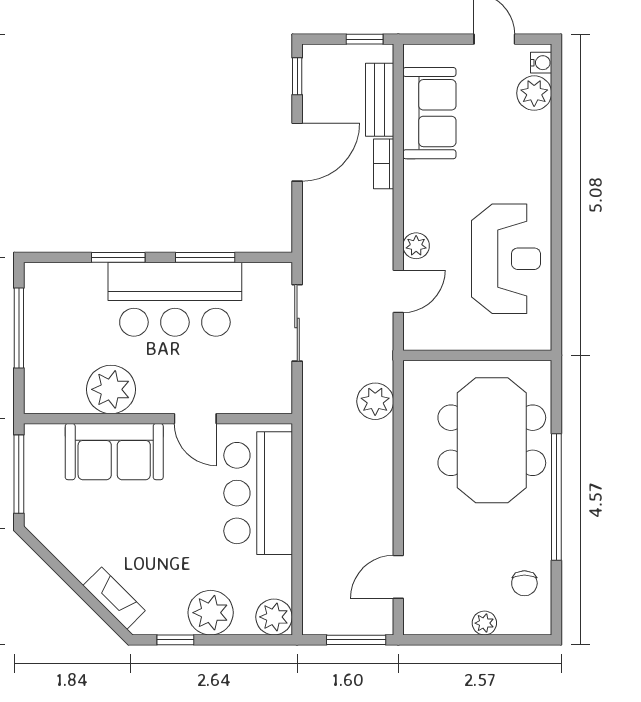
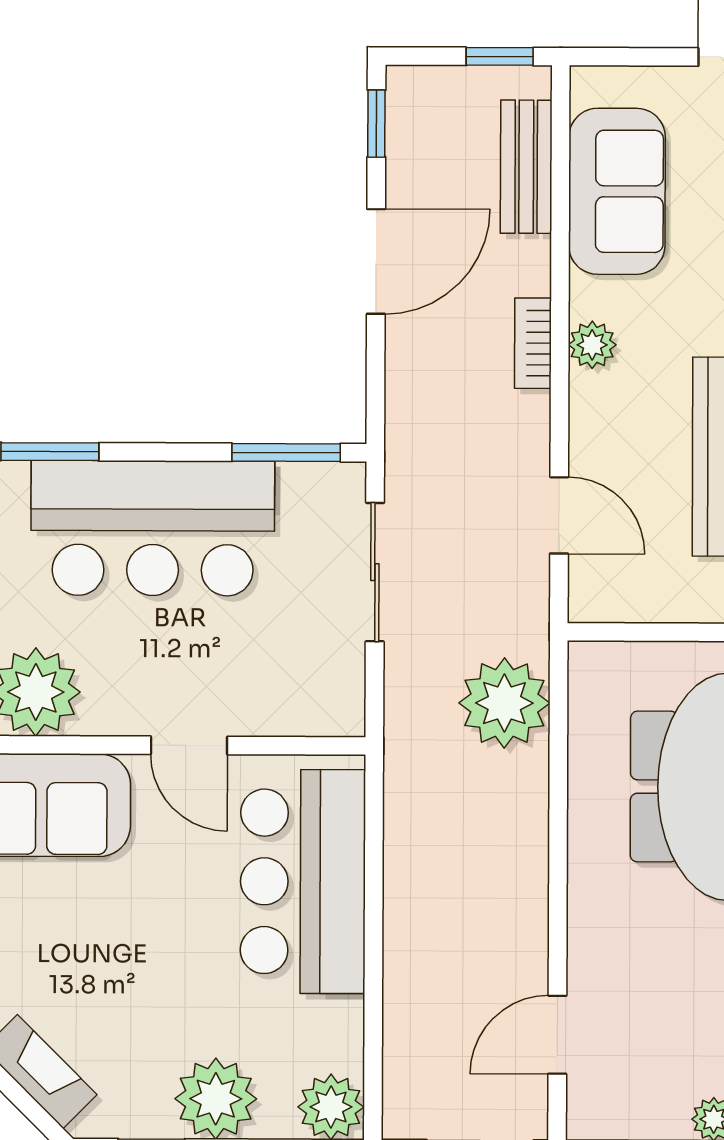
bookcase: (384, 164) -> (533, 343), moved
plant: (416, 246) -> (592, 345), moved
window: (205, 257) -> (286, 452), moved
door: (398, 291) -> (559, 515), hinge flipped
plant: (375, 401) -> (504, 703), width x1.36, depth x1.36

